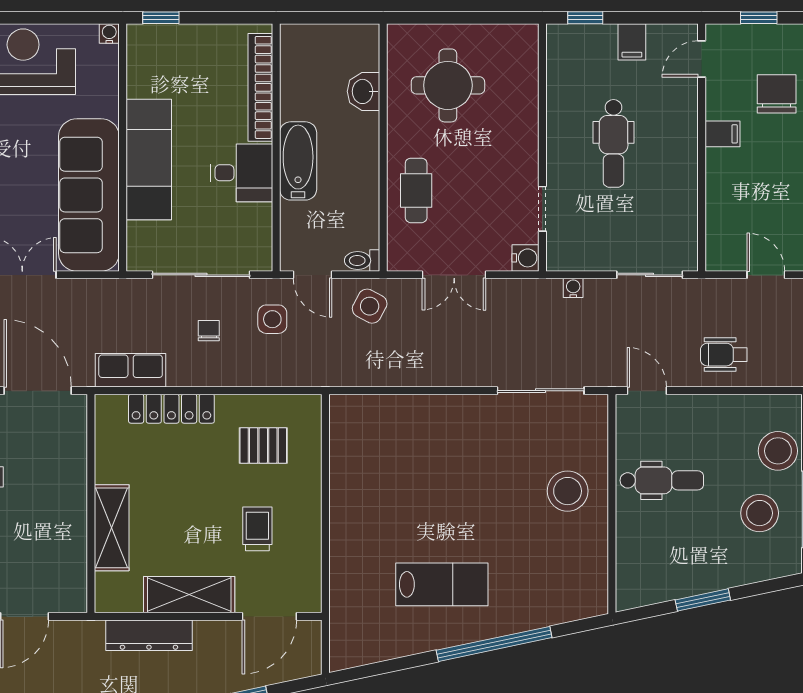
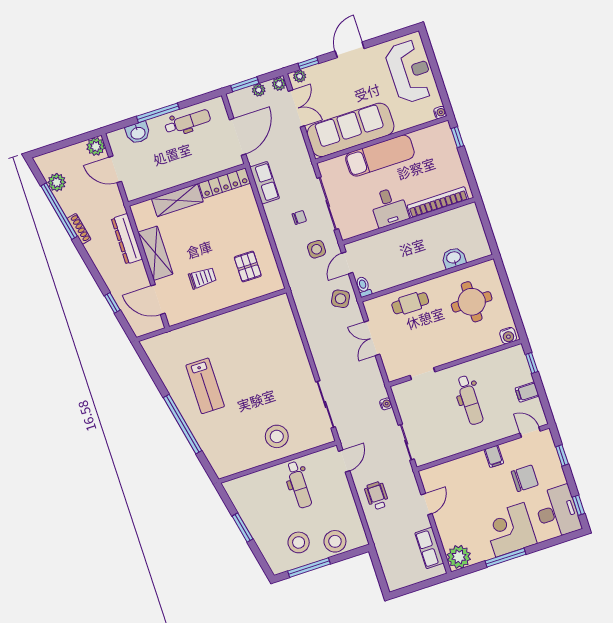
dental chair: (613, 143) -> (470, 400), turned -90
bathtub: (298, 161) -> (405, 235), removed
water cooler: (526, 258) -> (508, 336), moved
locker: (171, 409) -> (225, 183), moved, turned -90

